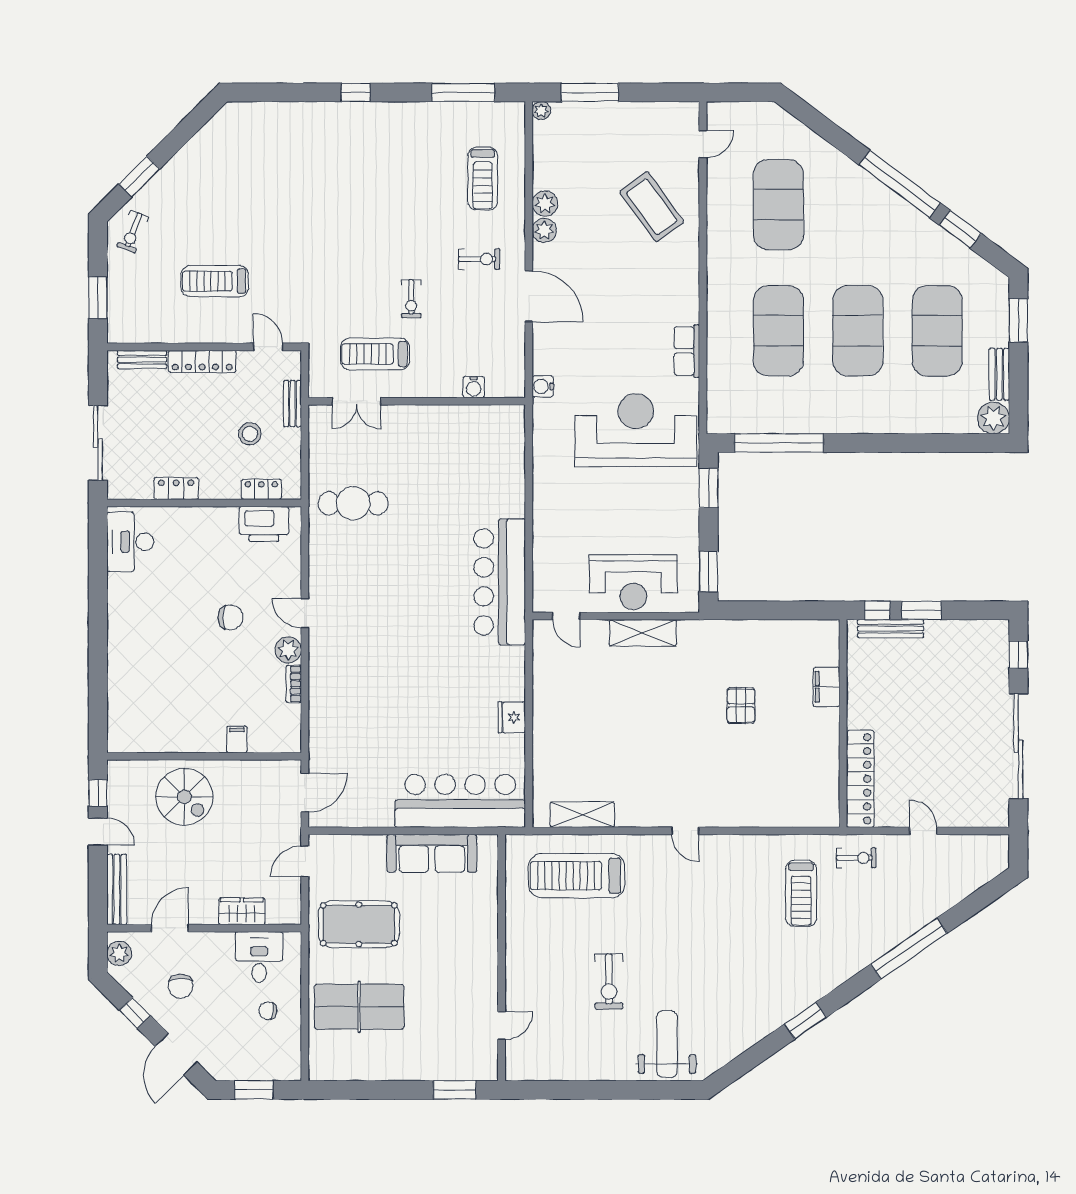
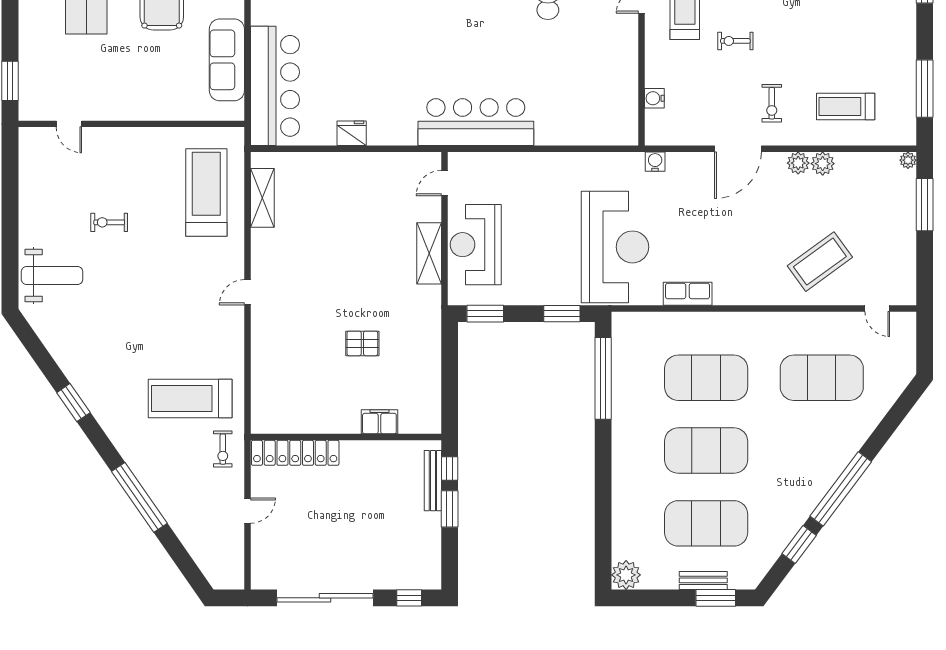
bench: (999, 374) -> (703, 580), moved
treadmill: (801, 893) -> (190, 399), width x1.37, depth x1.38
exercise bike: (609, 982) -> (109, 222), width x0.73, depth x0.72

